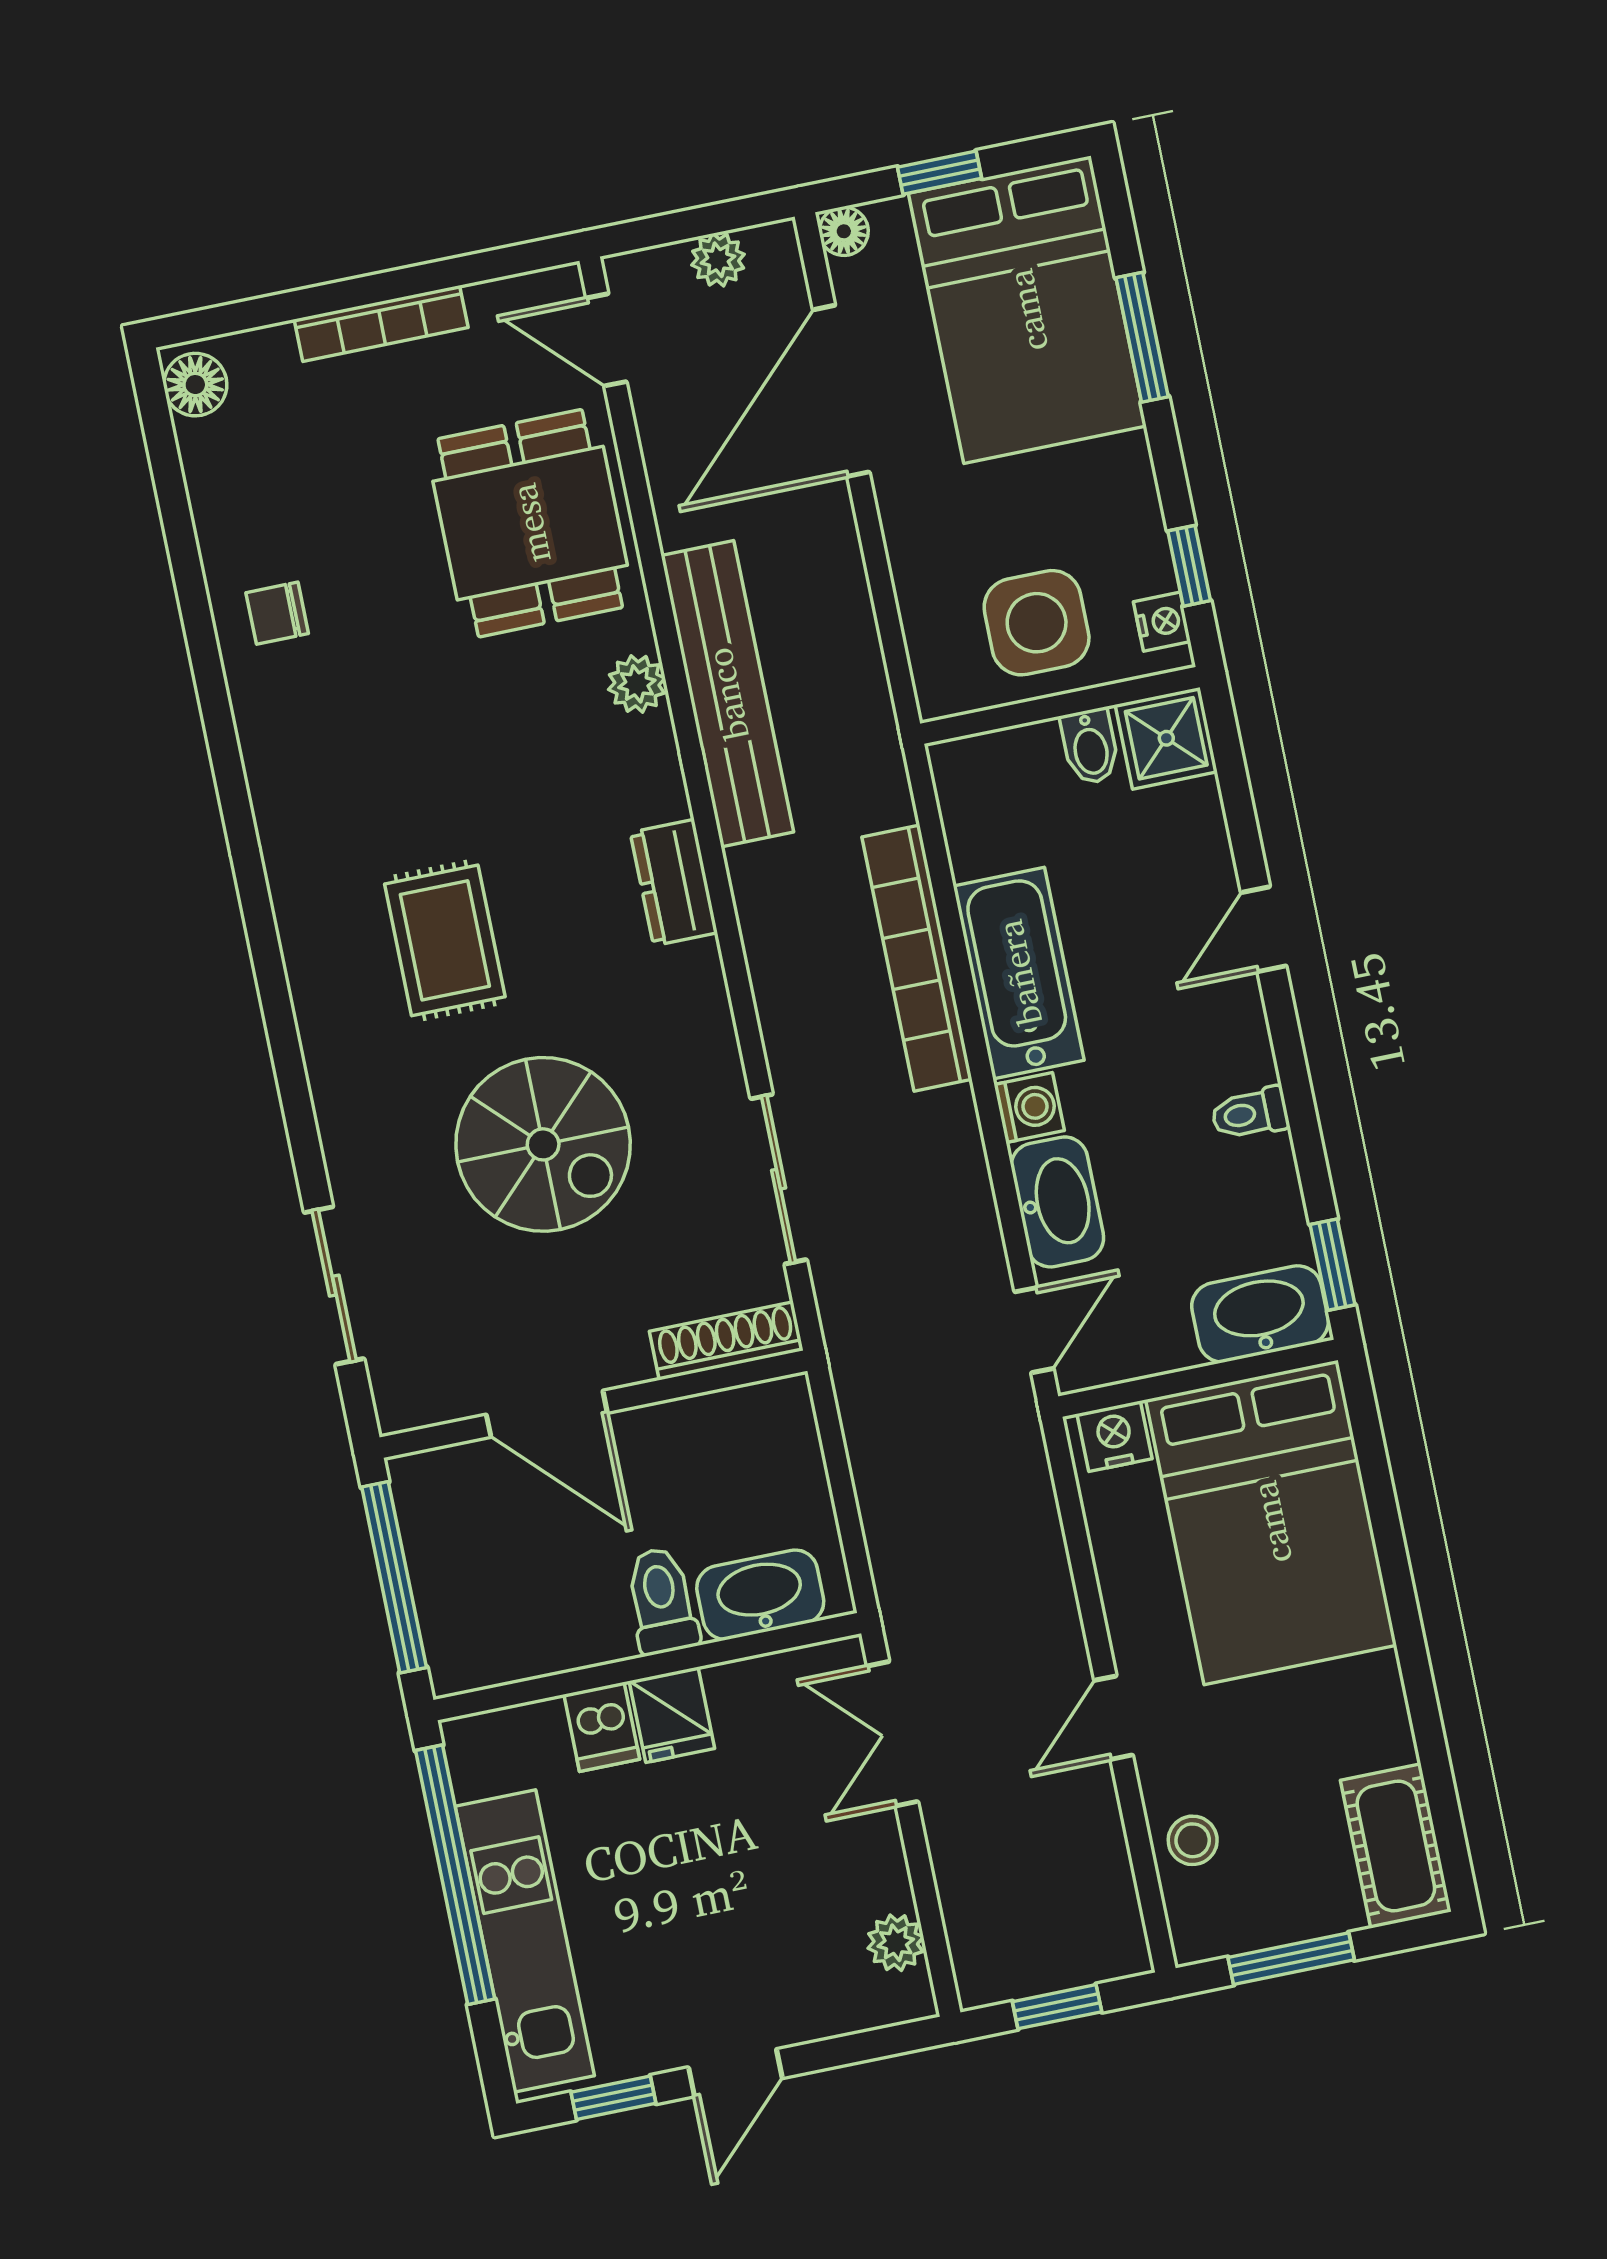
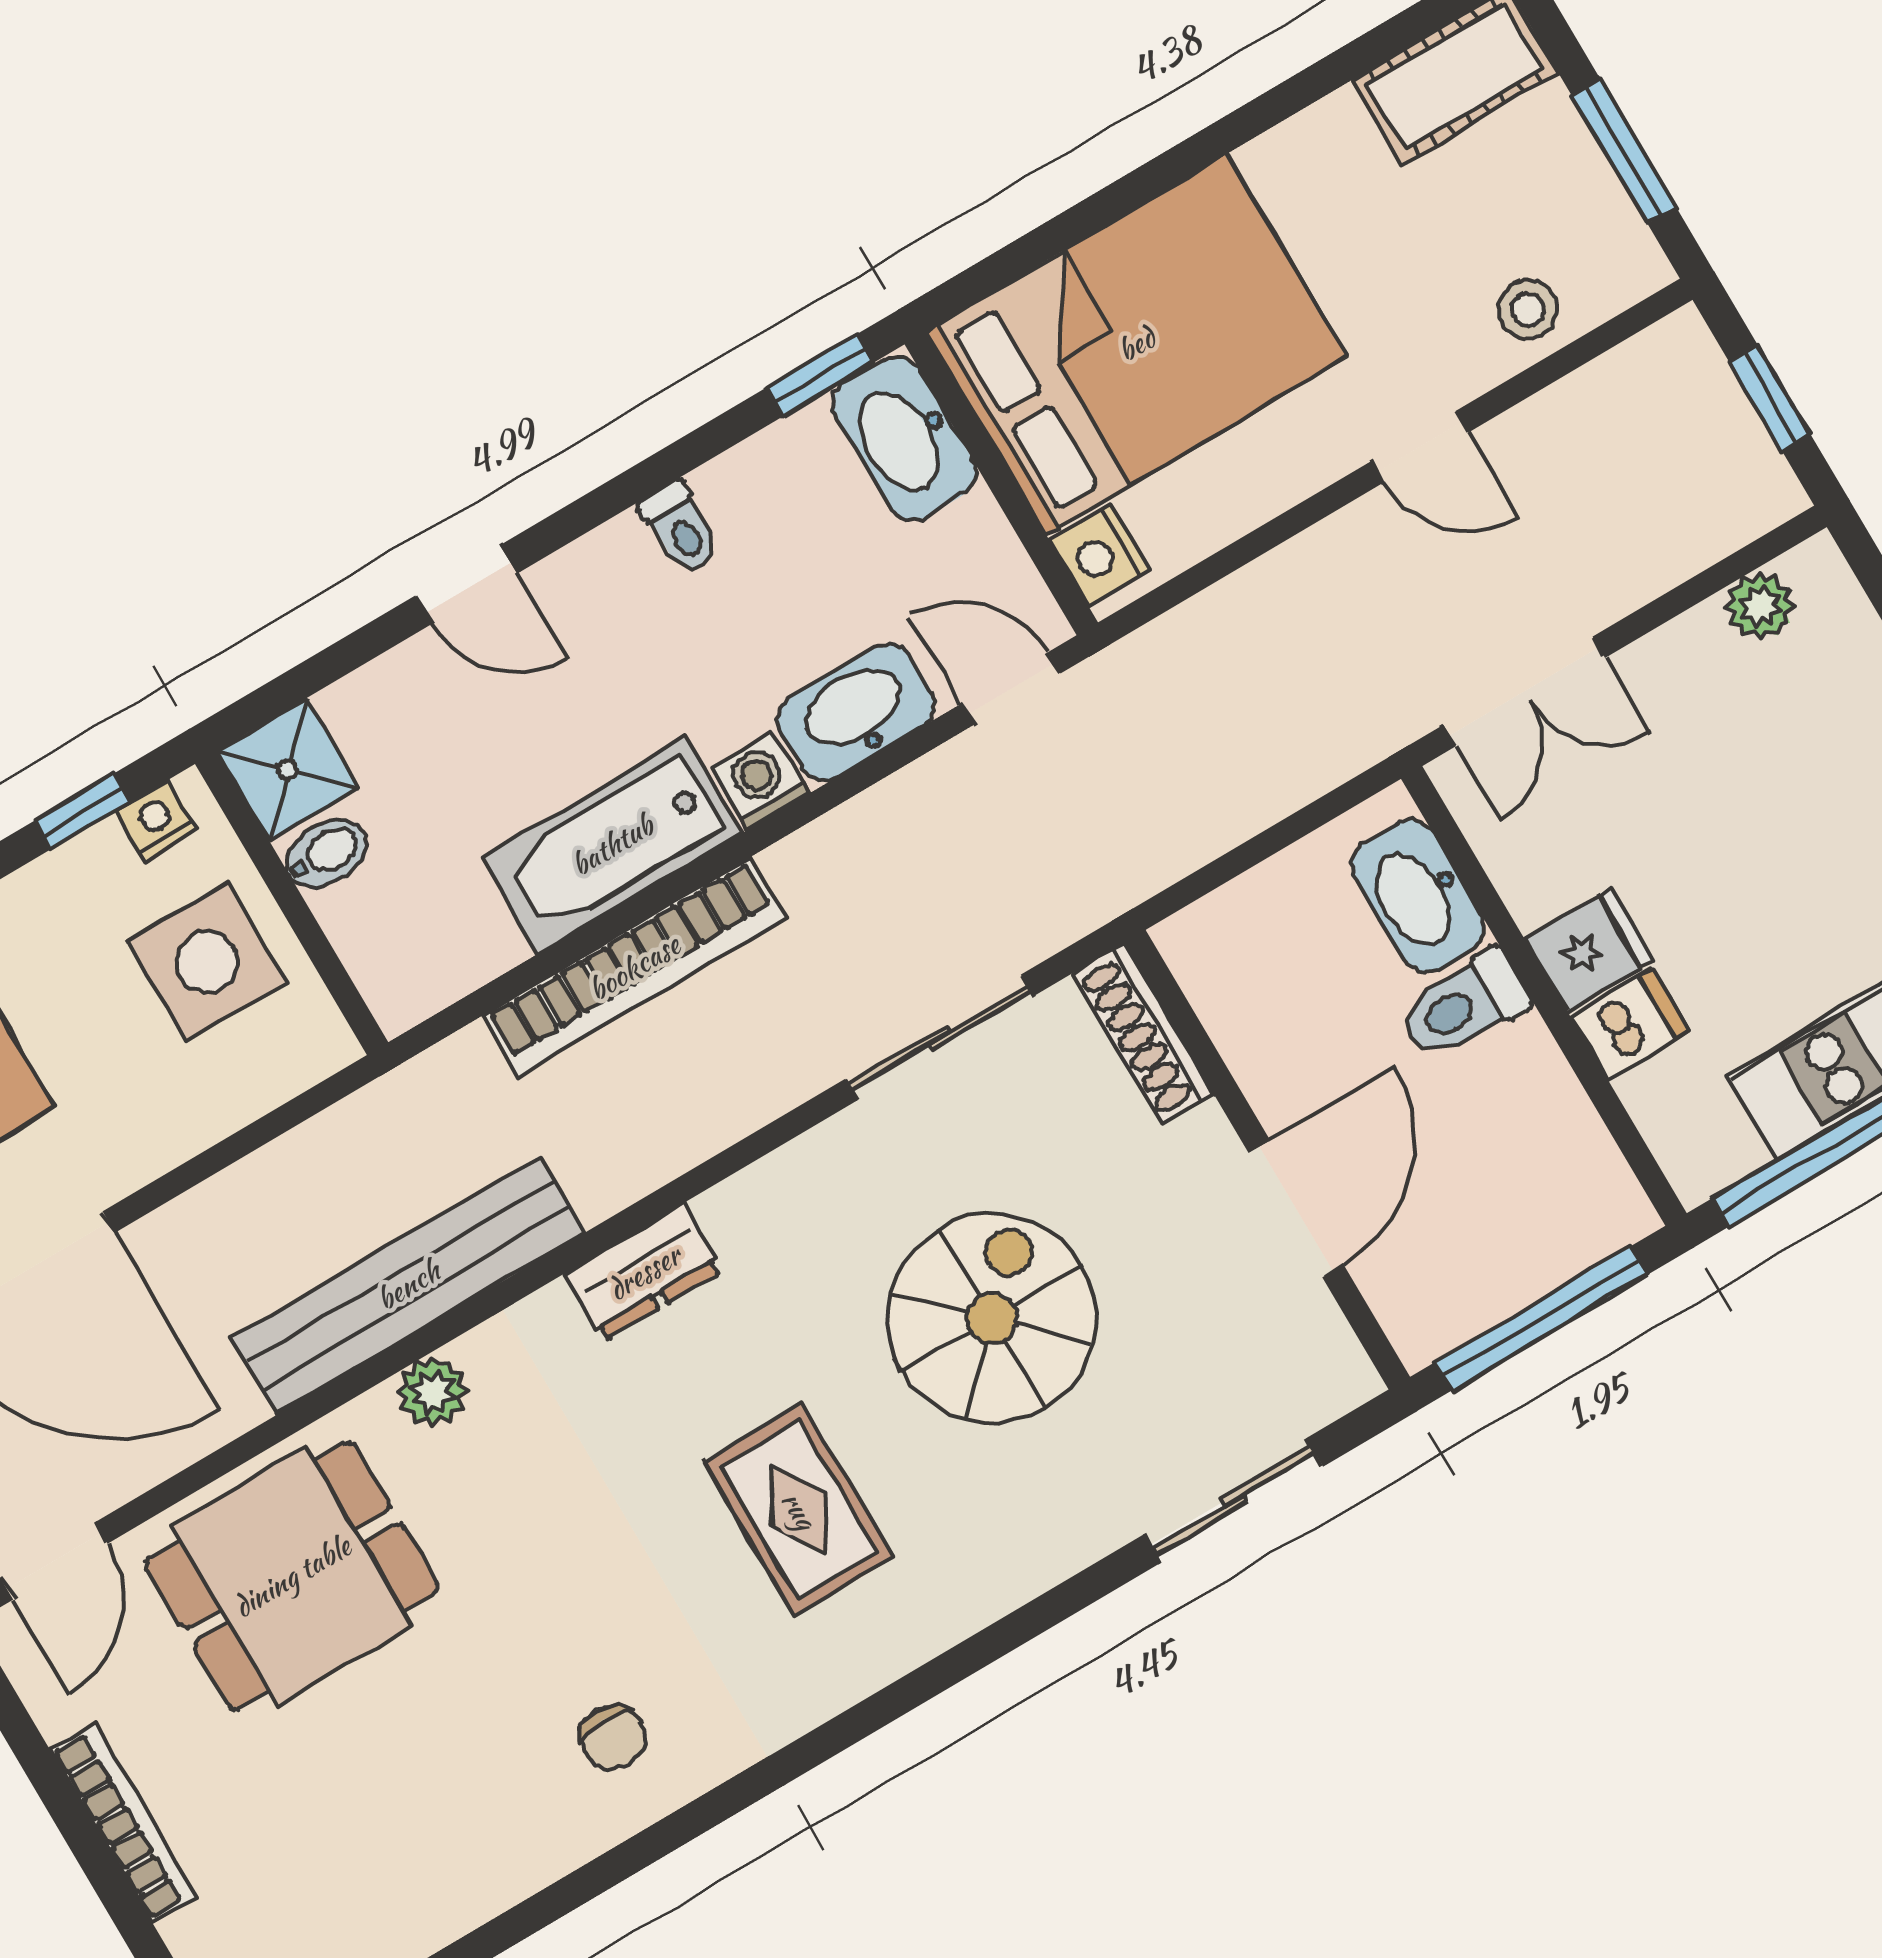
chair: (277, 613) -> (613, 1737), moved
rug: (445, 940) -> (799, 1510), turned 90

